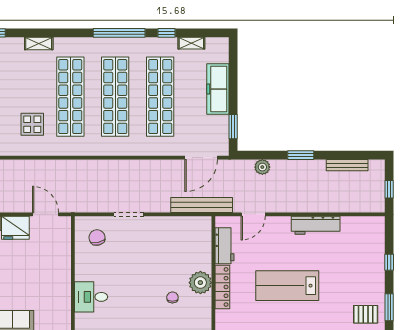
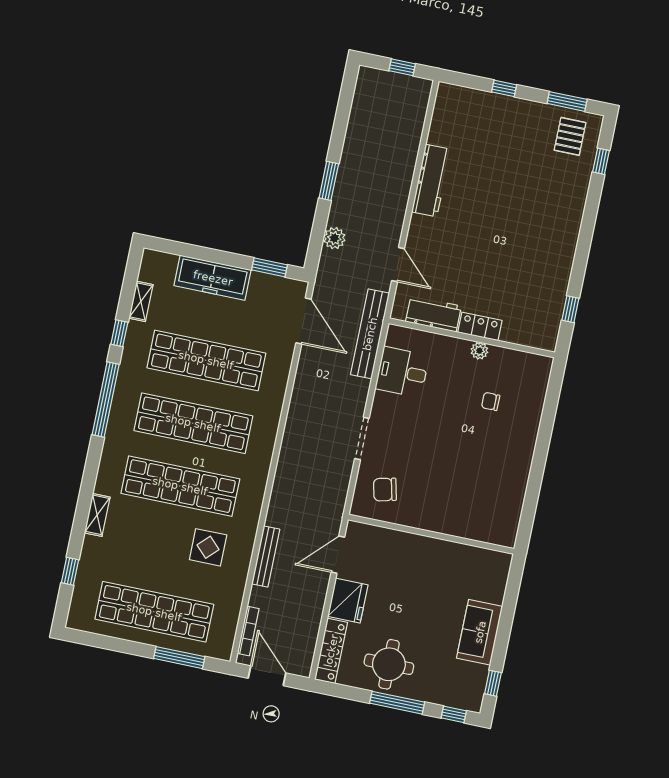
bench: (347, 165) -> (266, 557), moved
plant: (200, 283) -> (479, 351), width x0.53, depth x0.53
lab bench: (287, 286) -> (507, 238), removed
locker: (222, 287) -> (480, 326), width x0.66
desk: (91, 297) -> (402, 372), moved, turned 90

